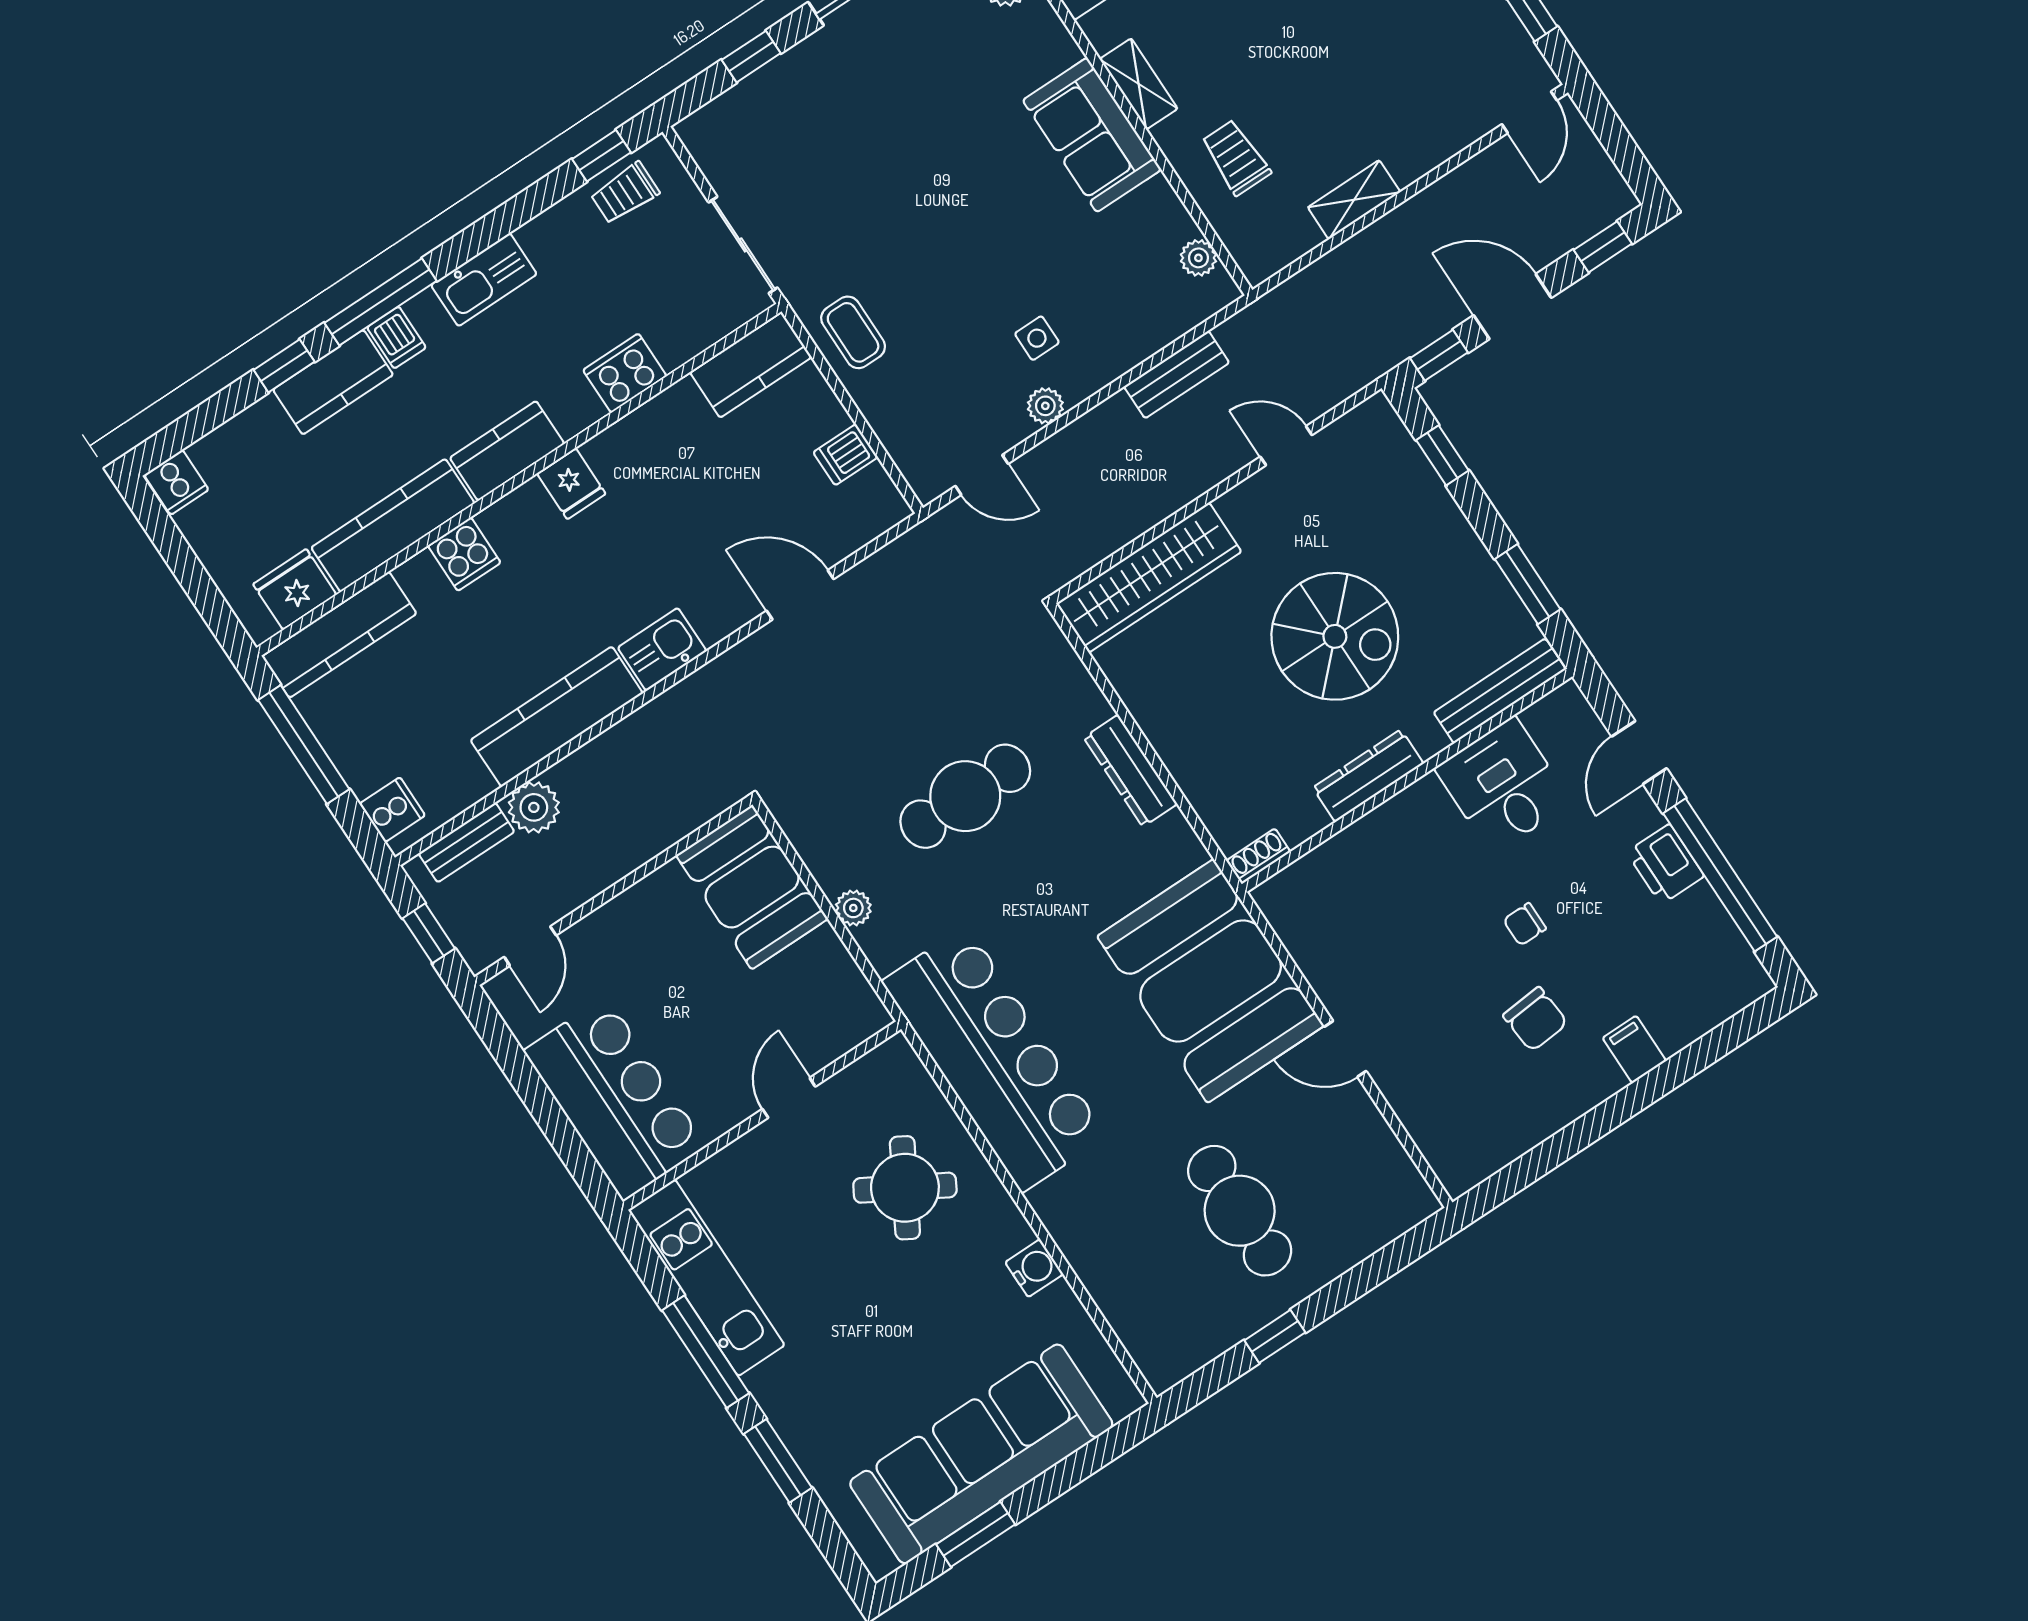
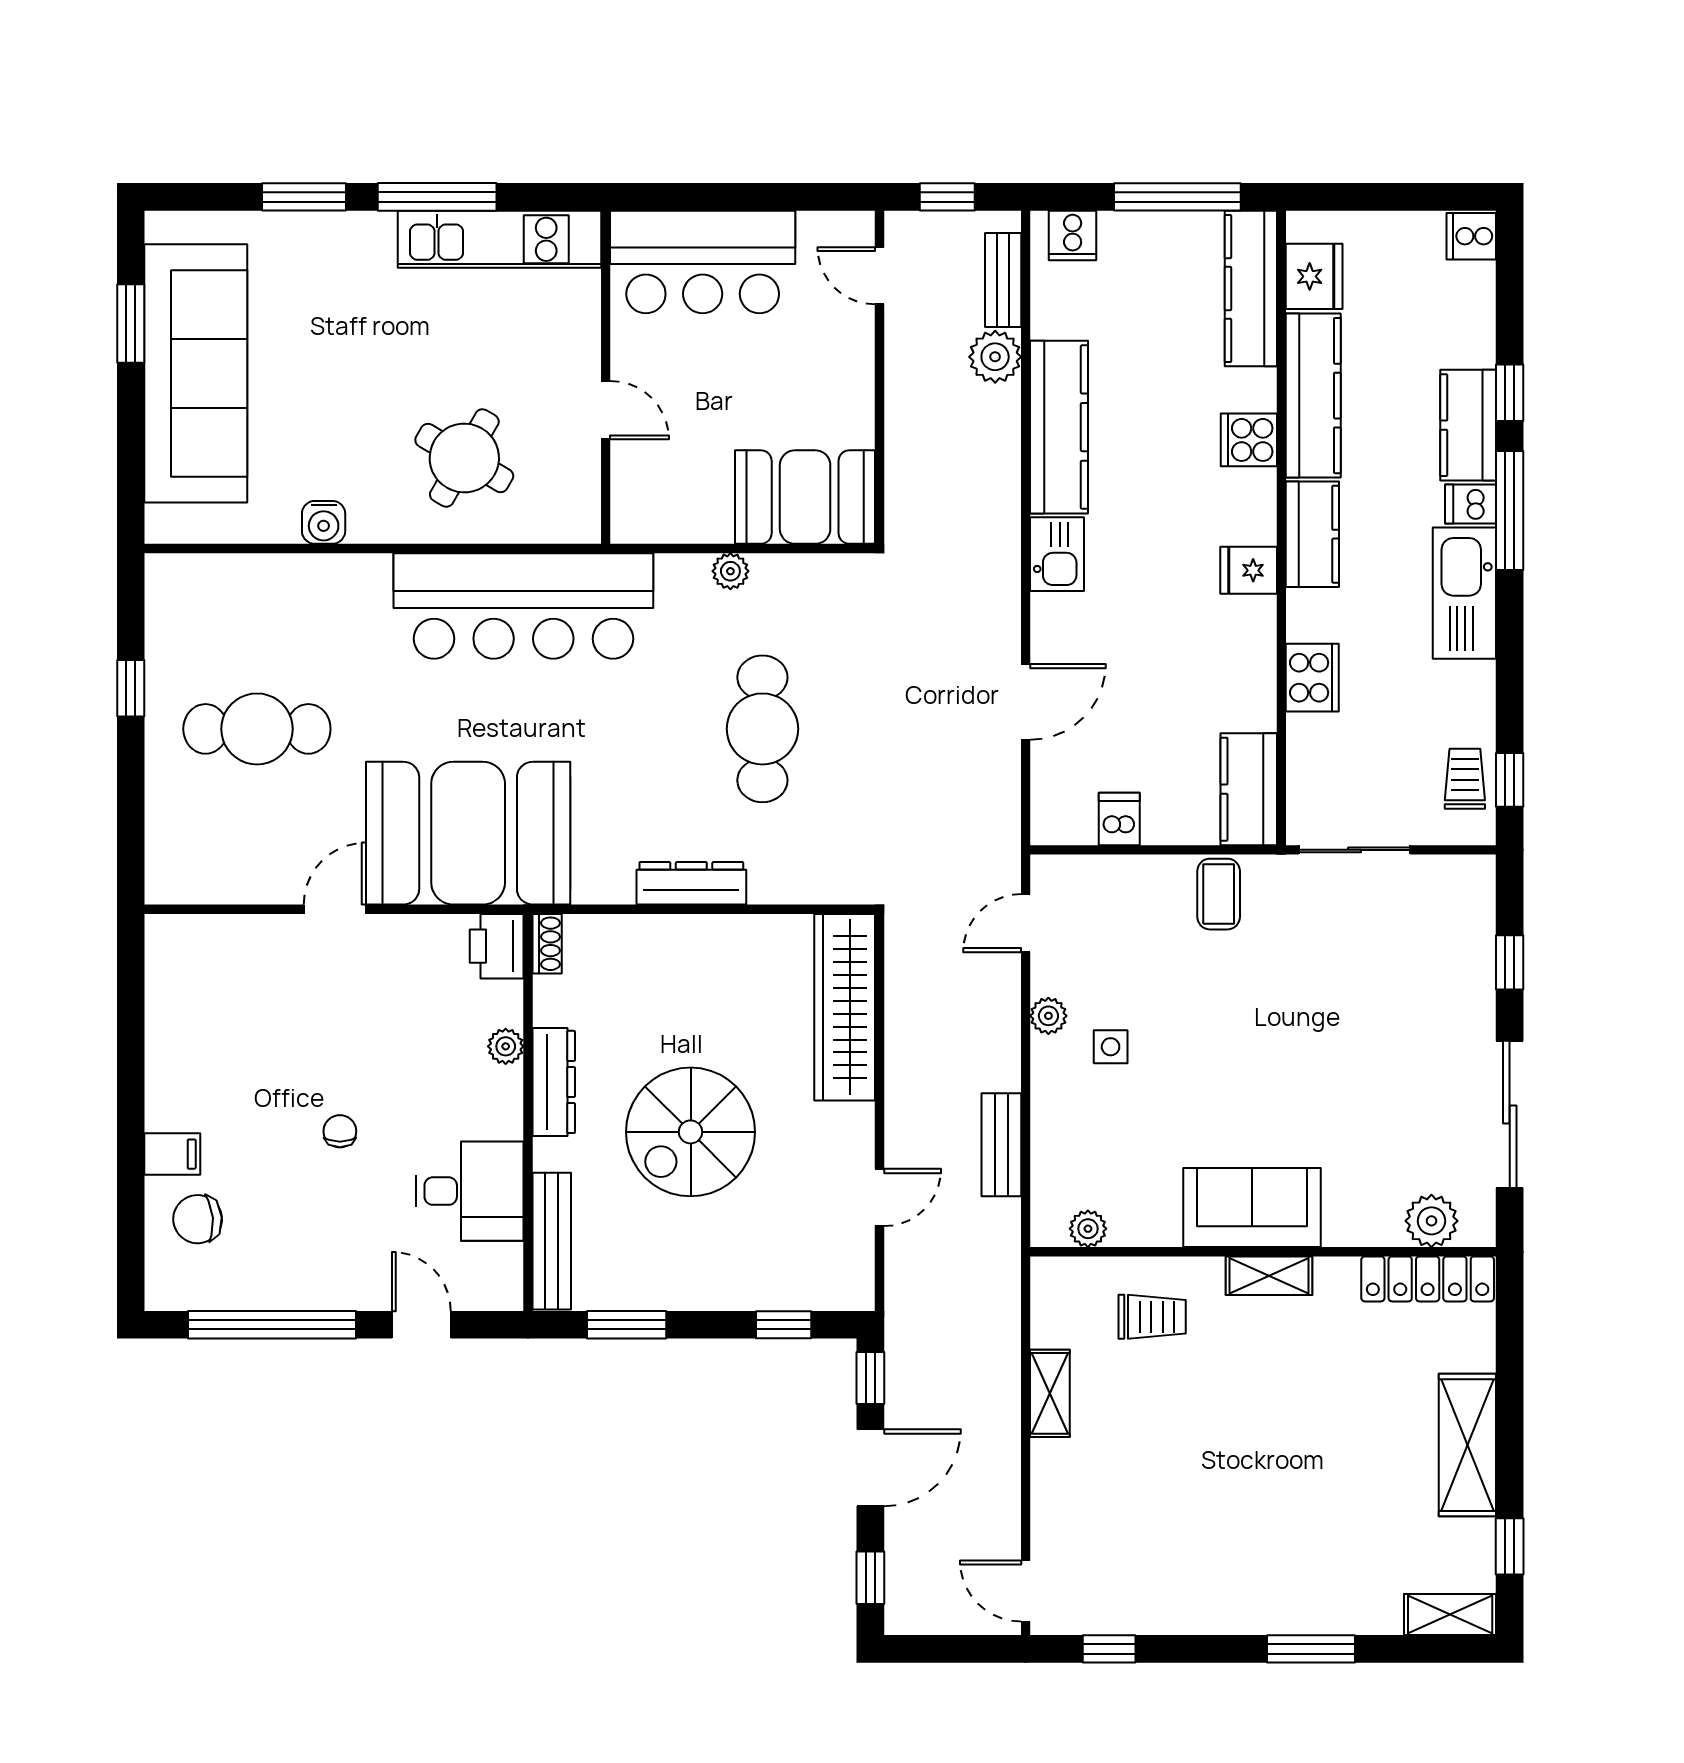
kitchen sink: (484, 280) -> (1464, 593), width x1.36, depth x1.24
coffee table: (853, 332) -> (1219, 894), turned 90
plant: (1365, 834) -> (506, 1046), added
printer: (1665, 864) -> (497, 946), moved, turned -90
chair: (1535, 1019) -> (198, 1219), moved

